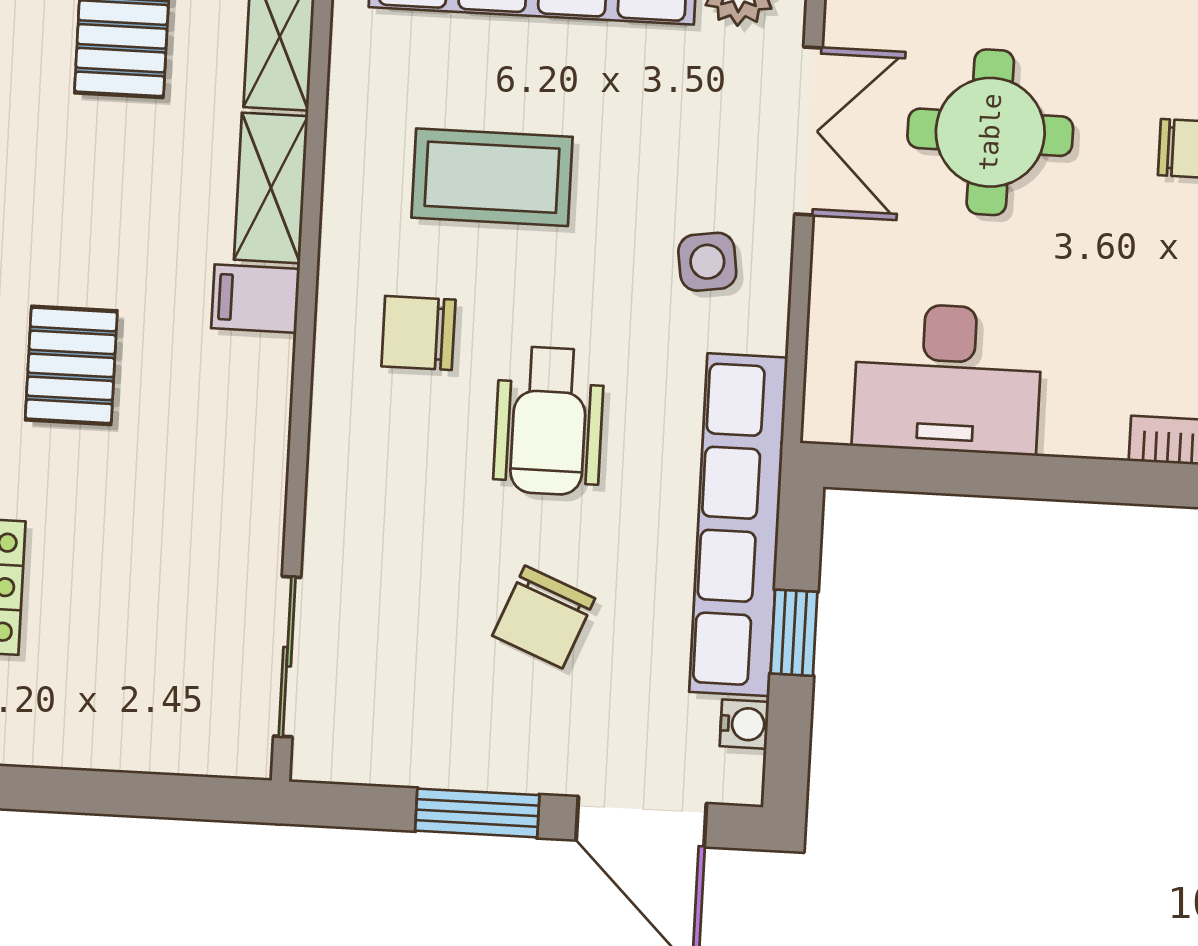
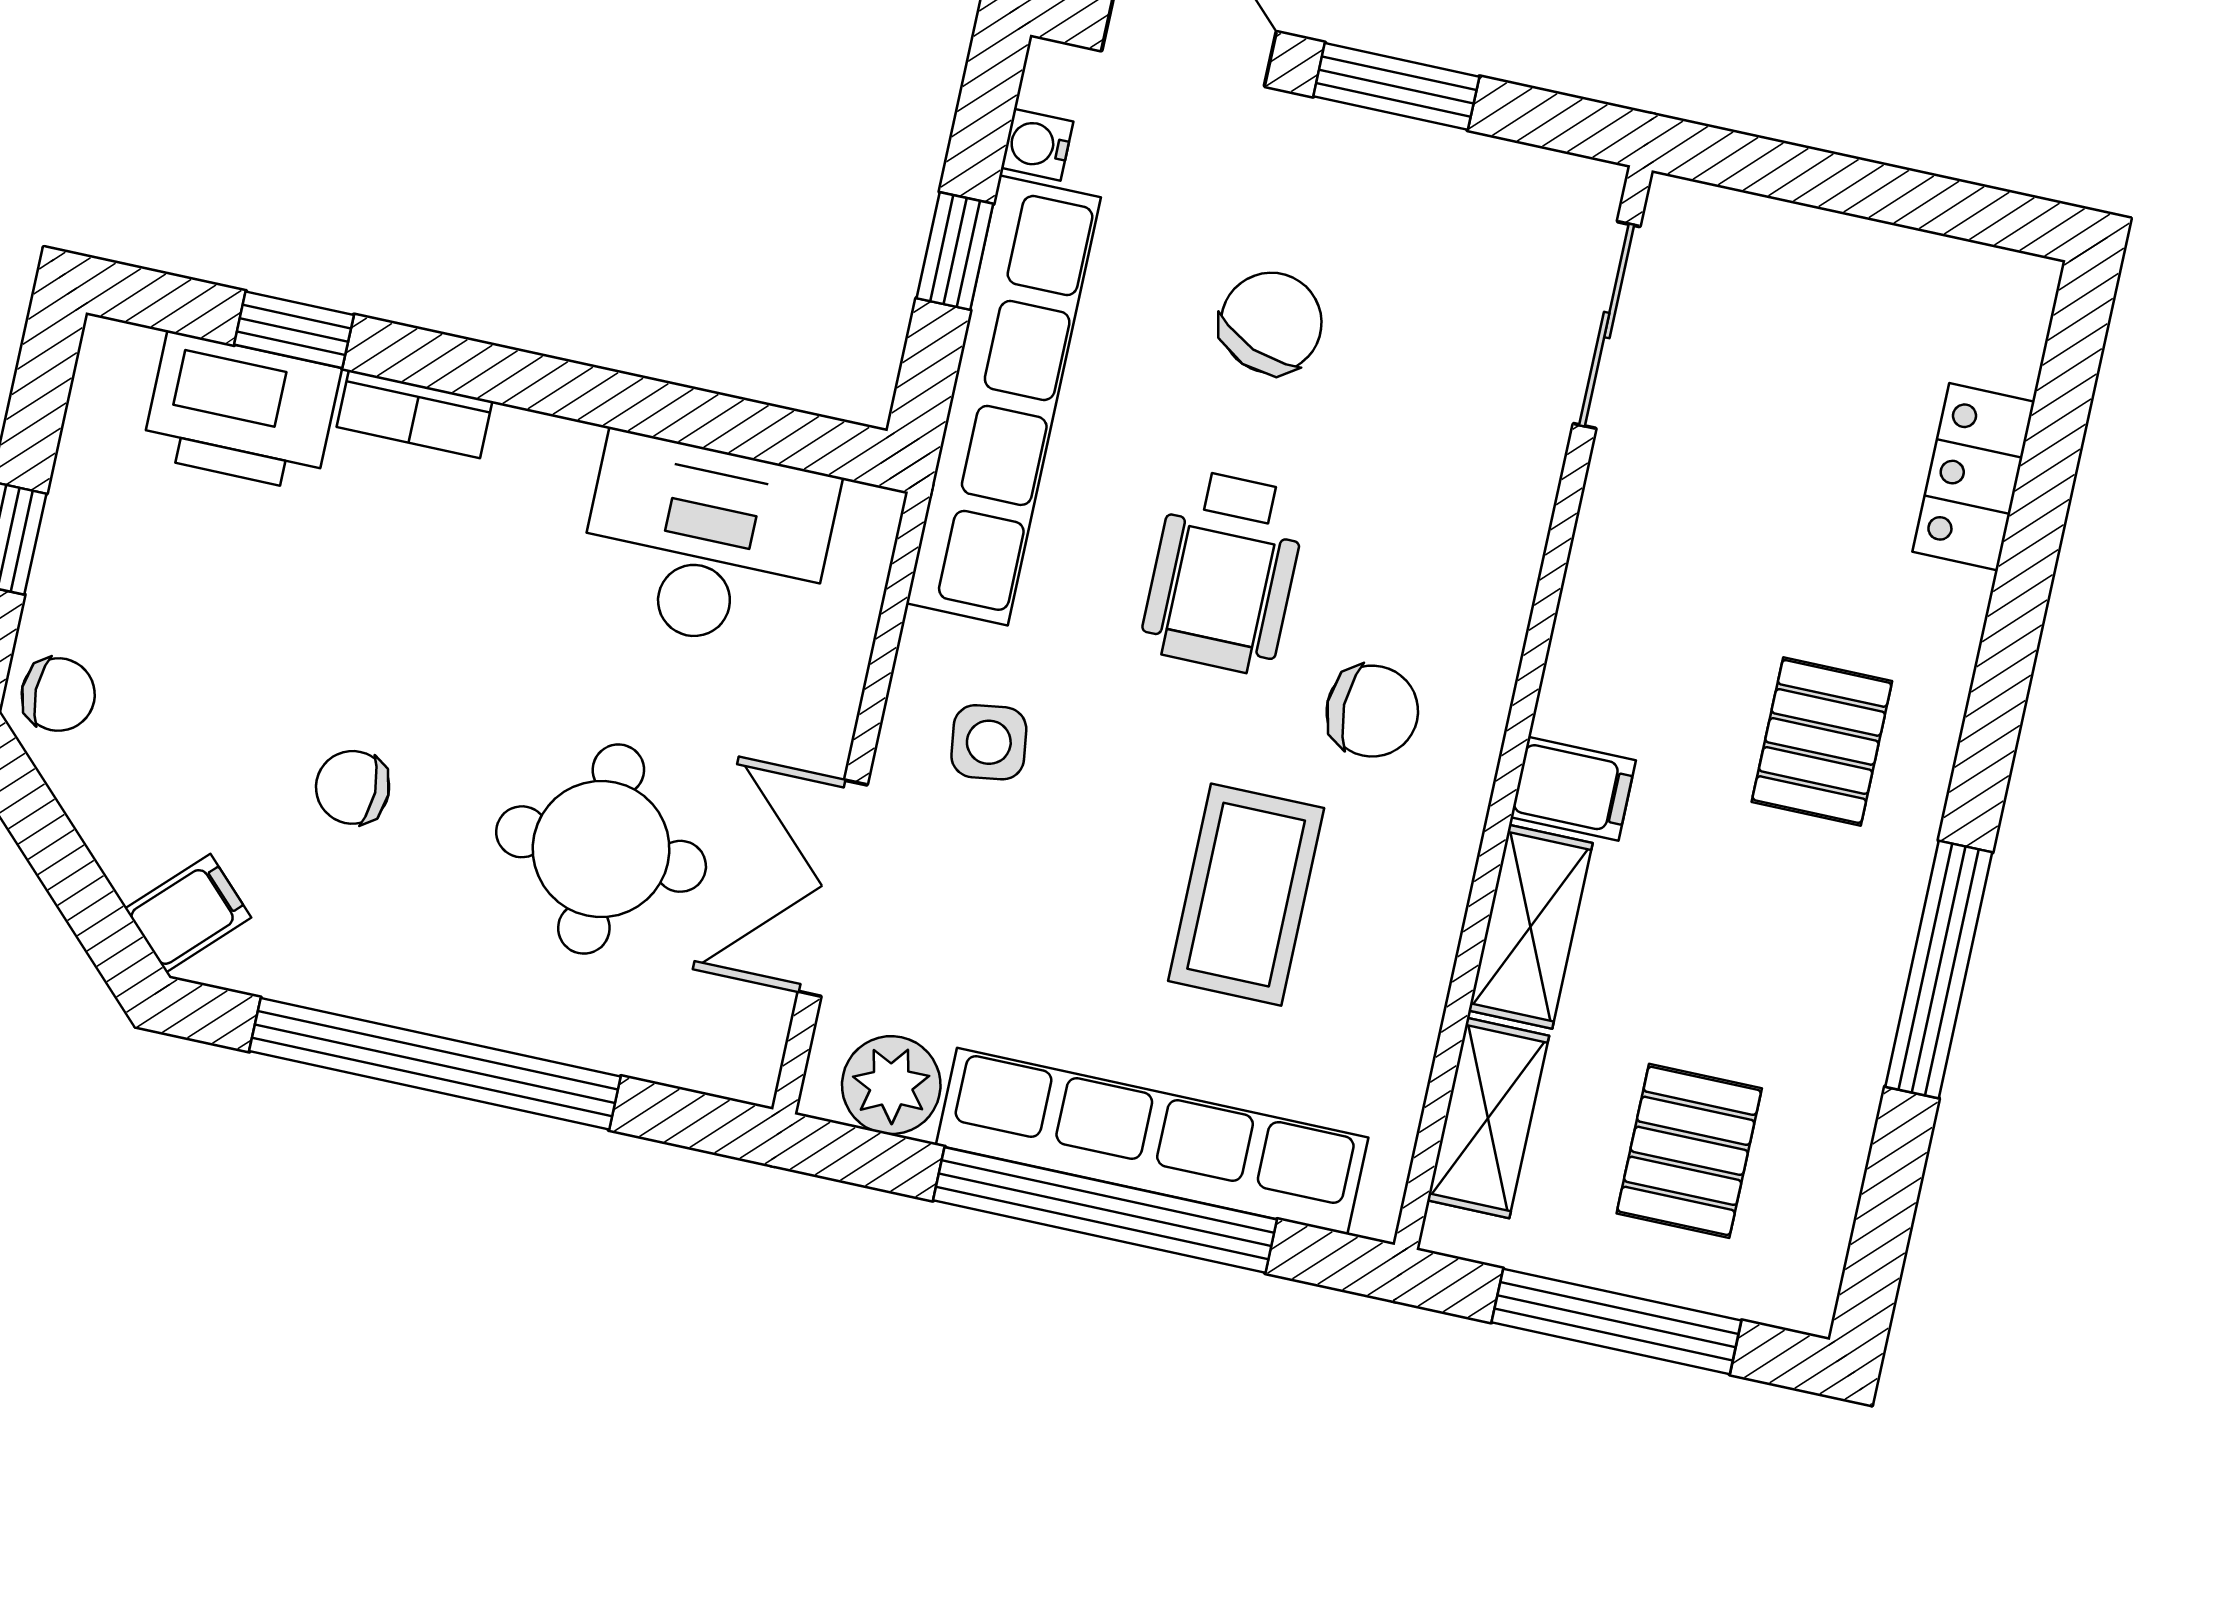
coffee table: (492, 177) -> (1246, 895), turned 90
wheelchair: (549, 421) -> (1224, 572), turned 180

